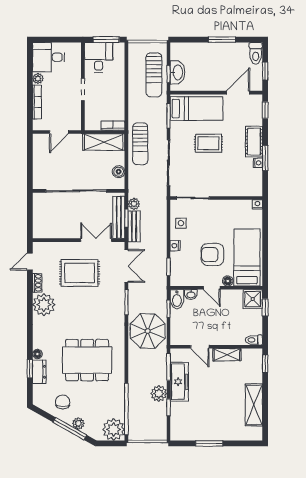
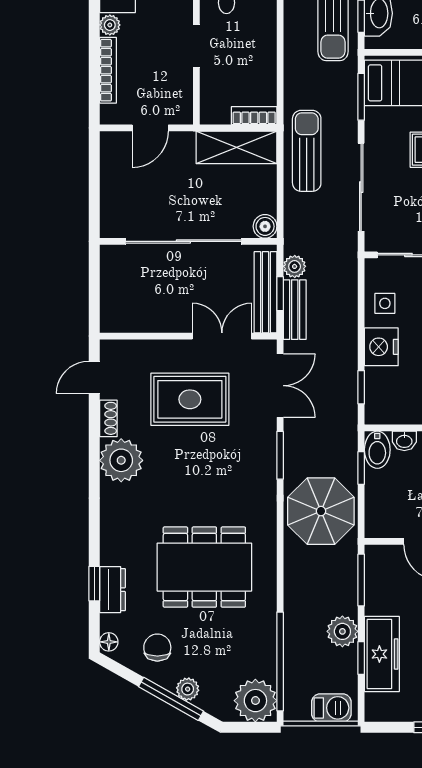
sun lounger: (140, 144) -> (307, 151), turned 180
boiler: (119, 172) -> (265, 226), moved
nightstand: (175, 246) -> (381, 347), width x1.89, depth x1.79
floor lamp: (37, 354) -> (109, 642), moved
freezer: (179, 382) -> (382, 654), moved
barbecue: (153, 433) -> (331, 708), added

